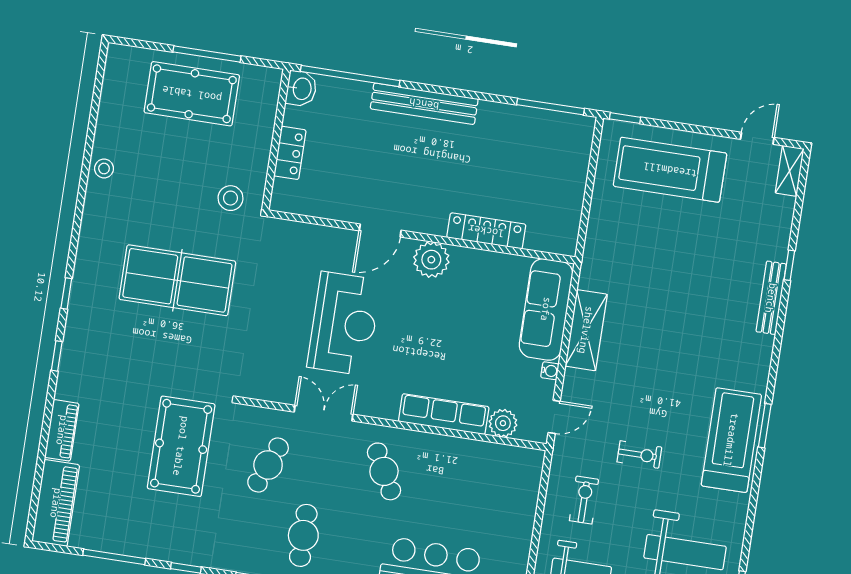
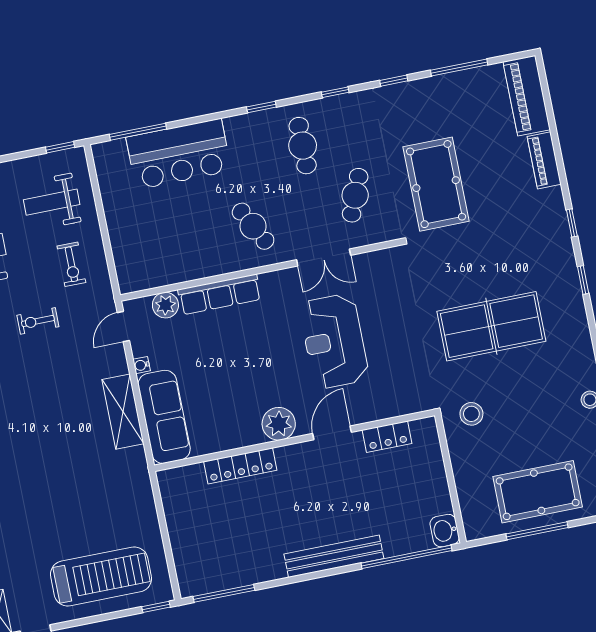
locker: (290, 153) -> (387, 437), moved, turned -90

